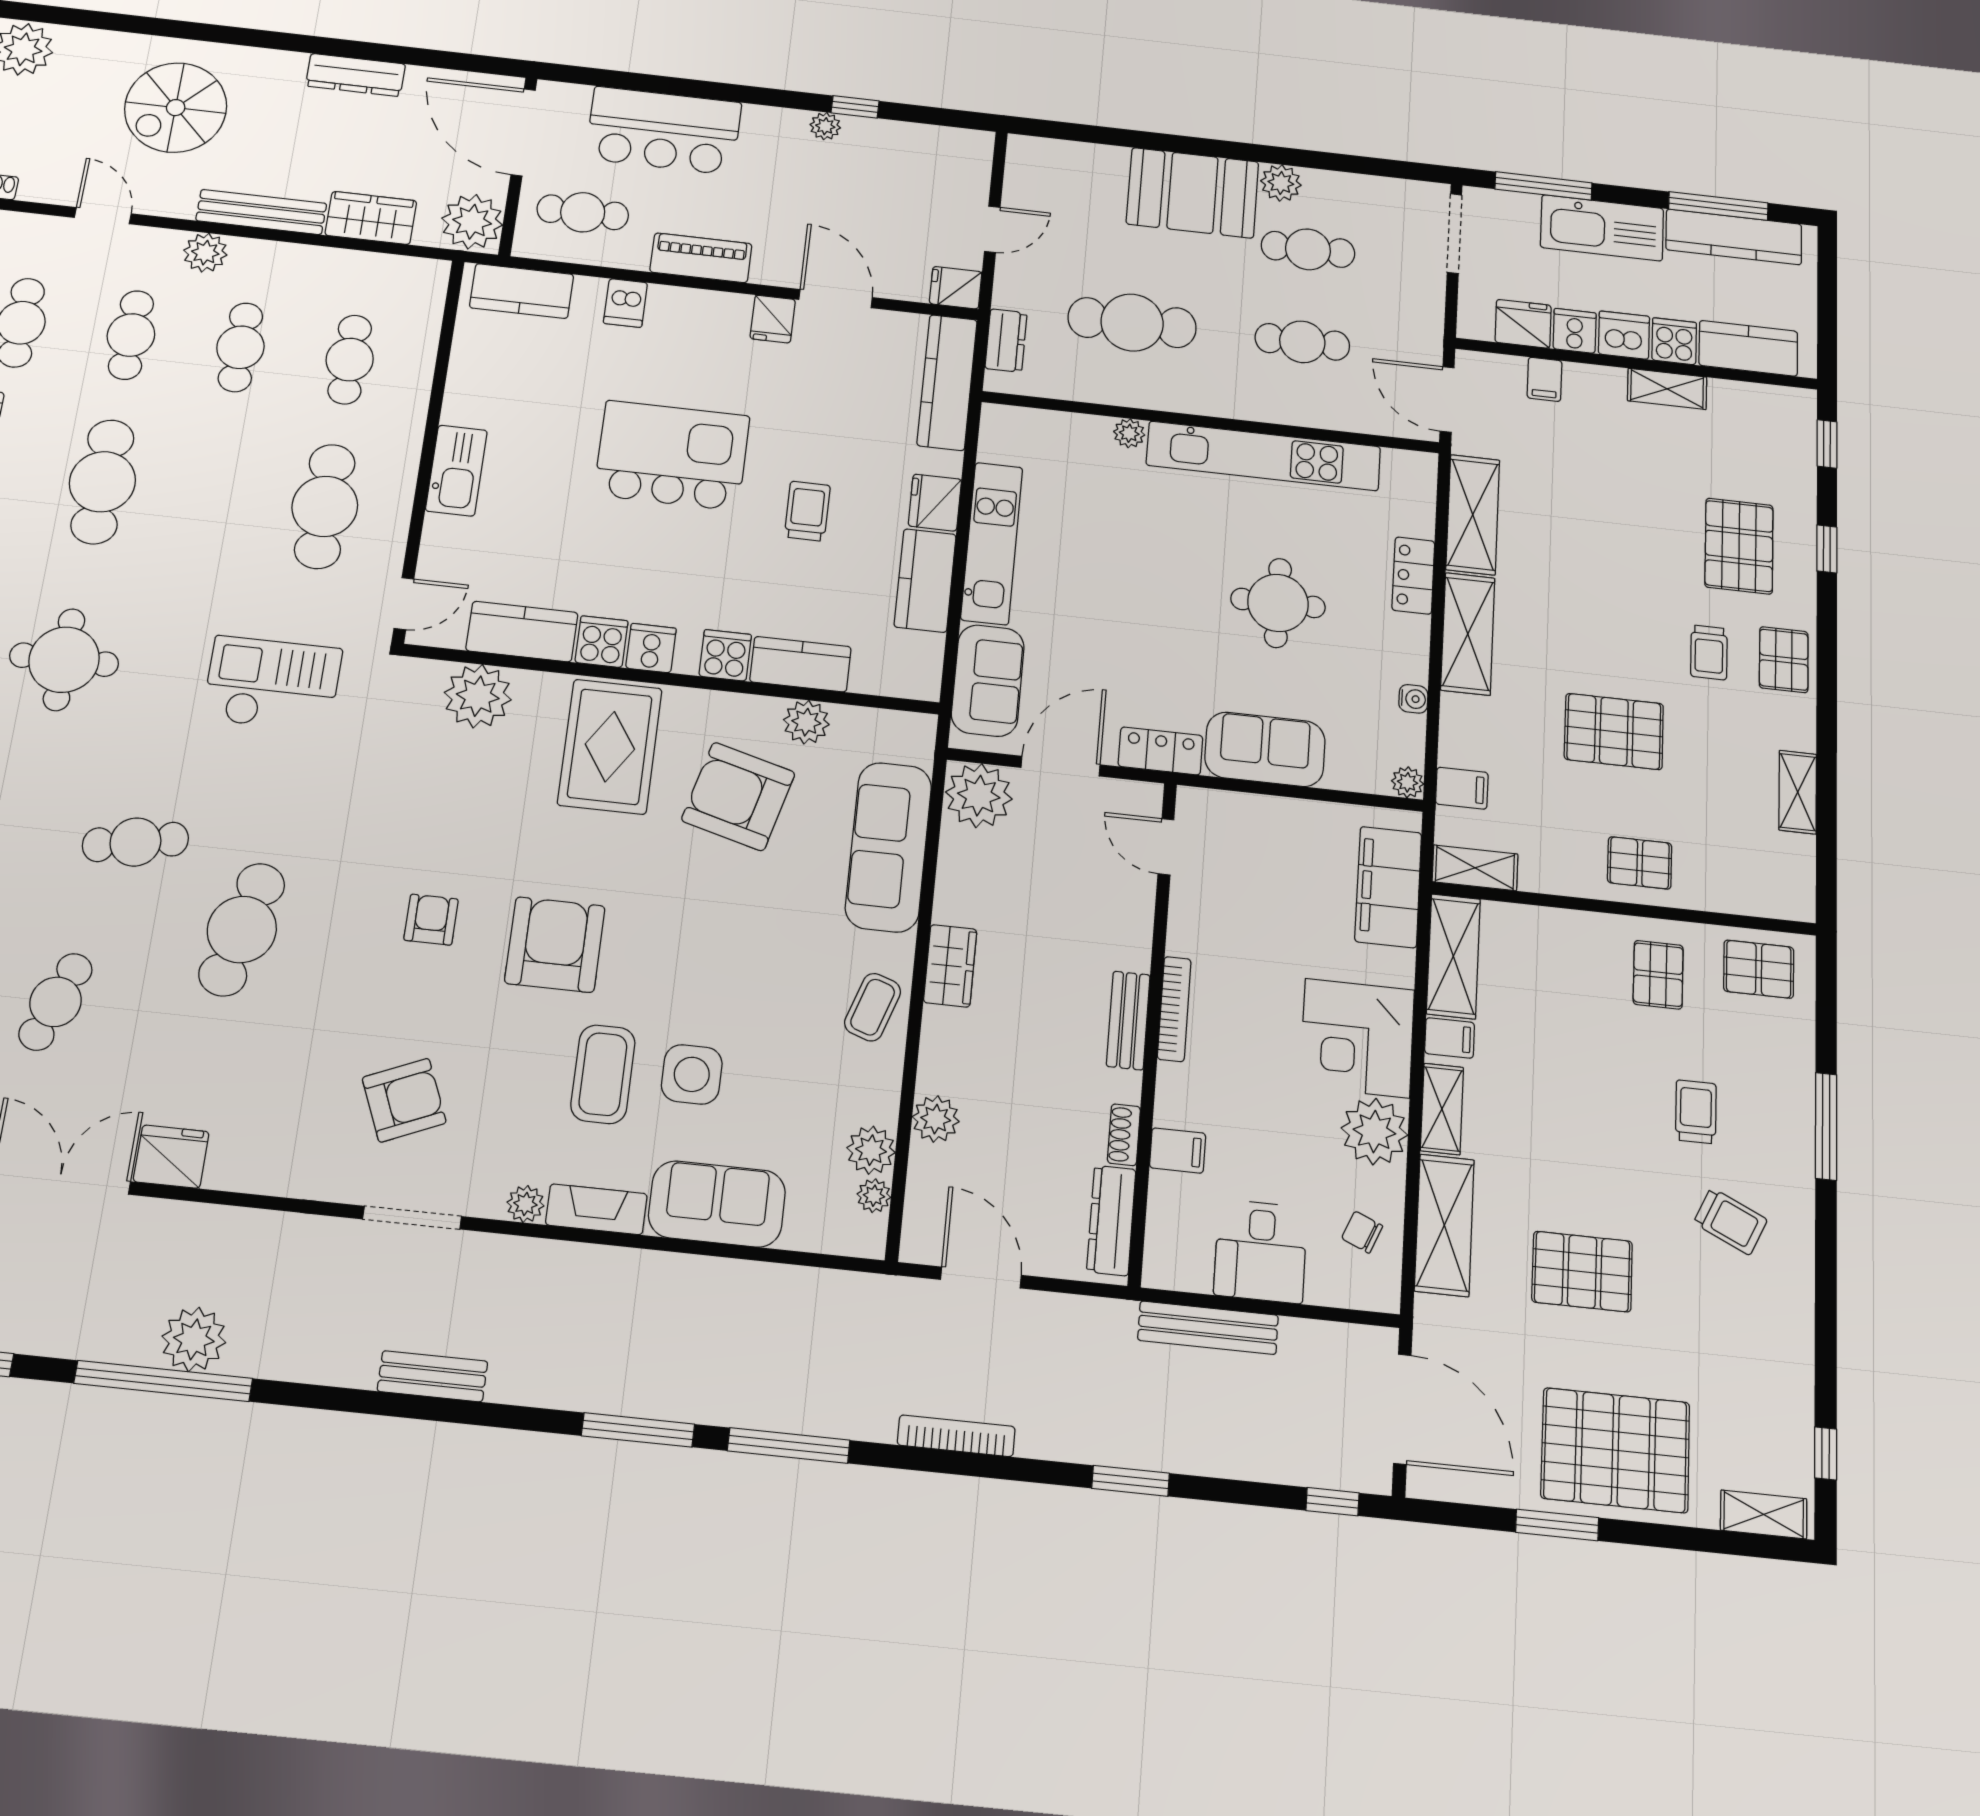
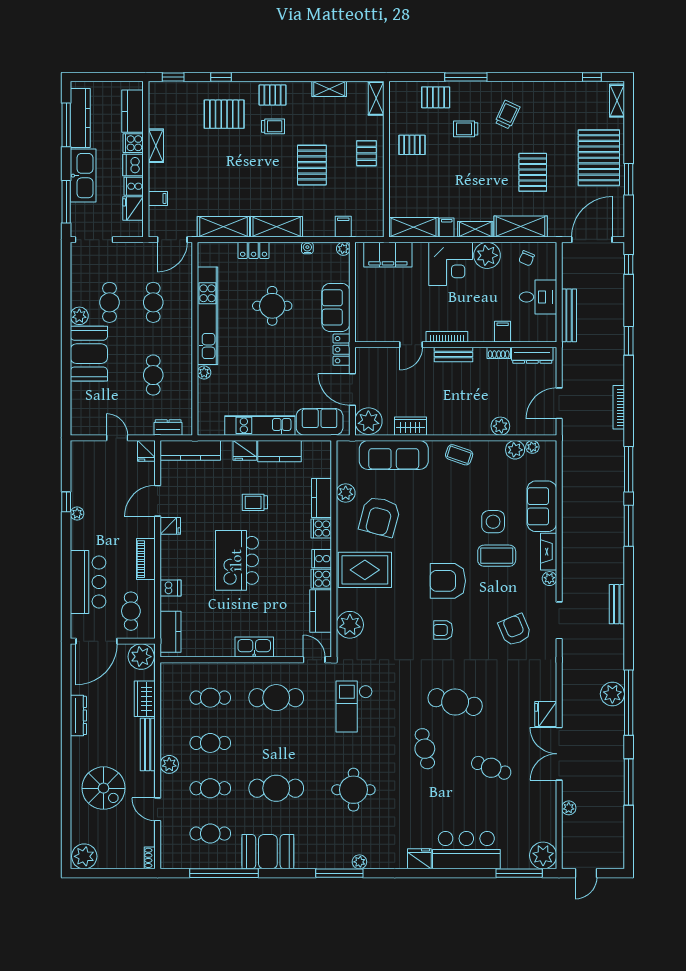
door: (103, 216) -> (158, 809), hinge flipped
cafe table: (1132, 323) -> (153, 375), width x0.73, depth x0.74
door: (1166, 847) -> (411, 345), moved
shelving: (1475, 868) -> (376, 98), moved
wardrobe: (950, 966) -> (410, 426), moved
pallet: (1759, 969) -> (436, 97), moved, turned 90

